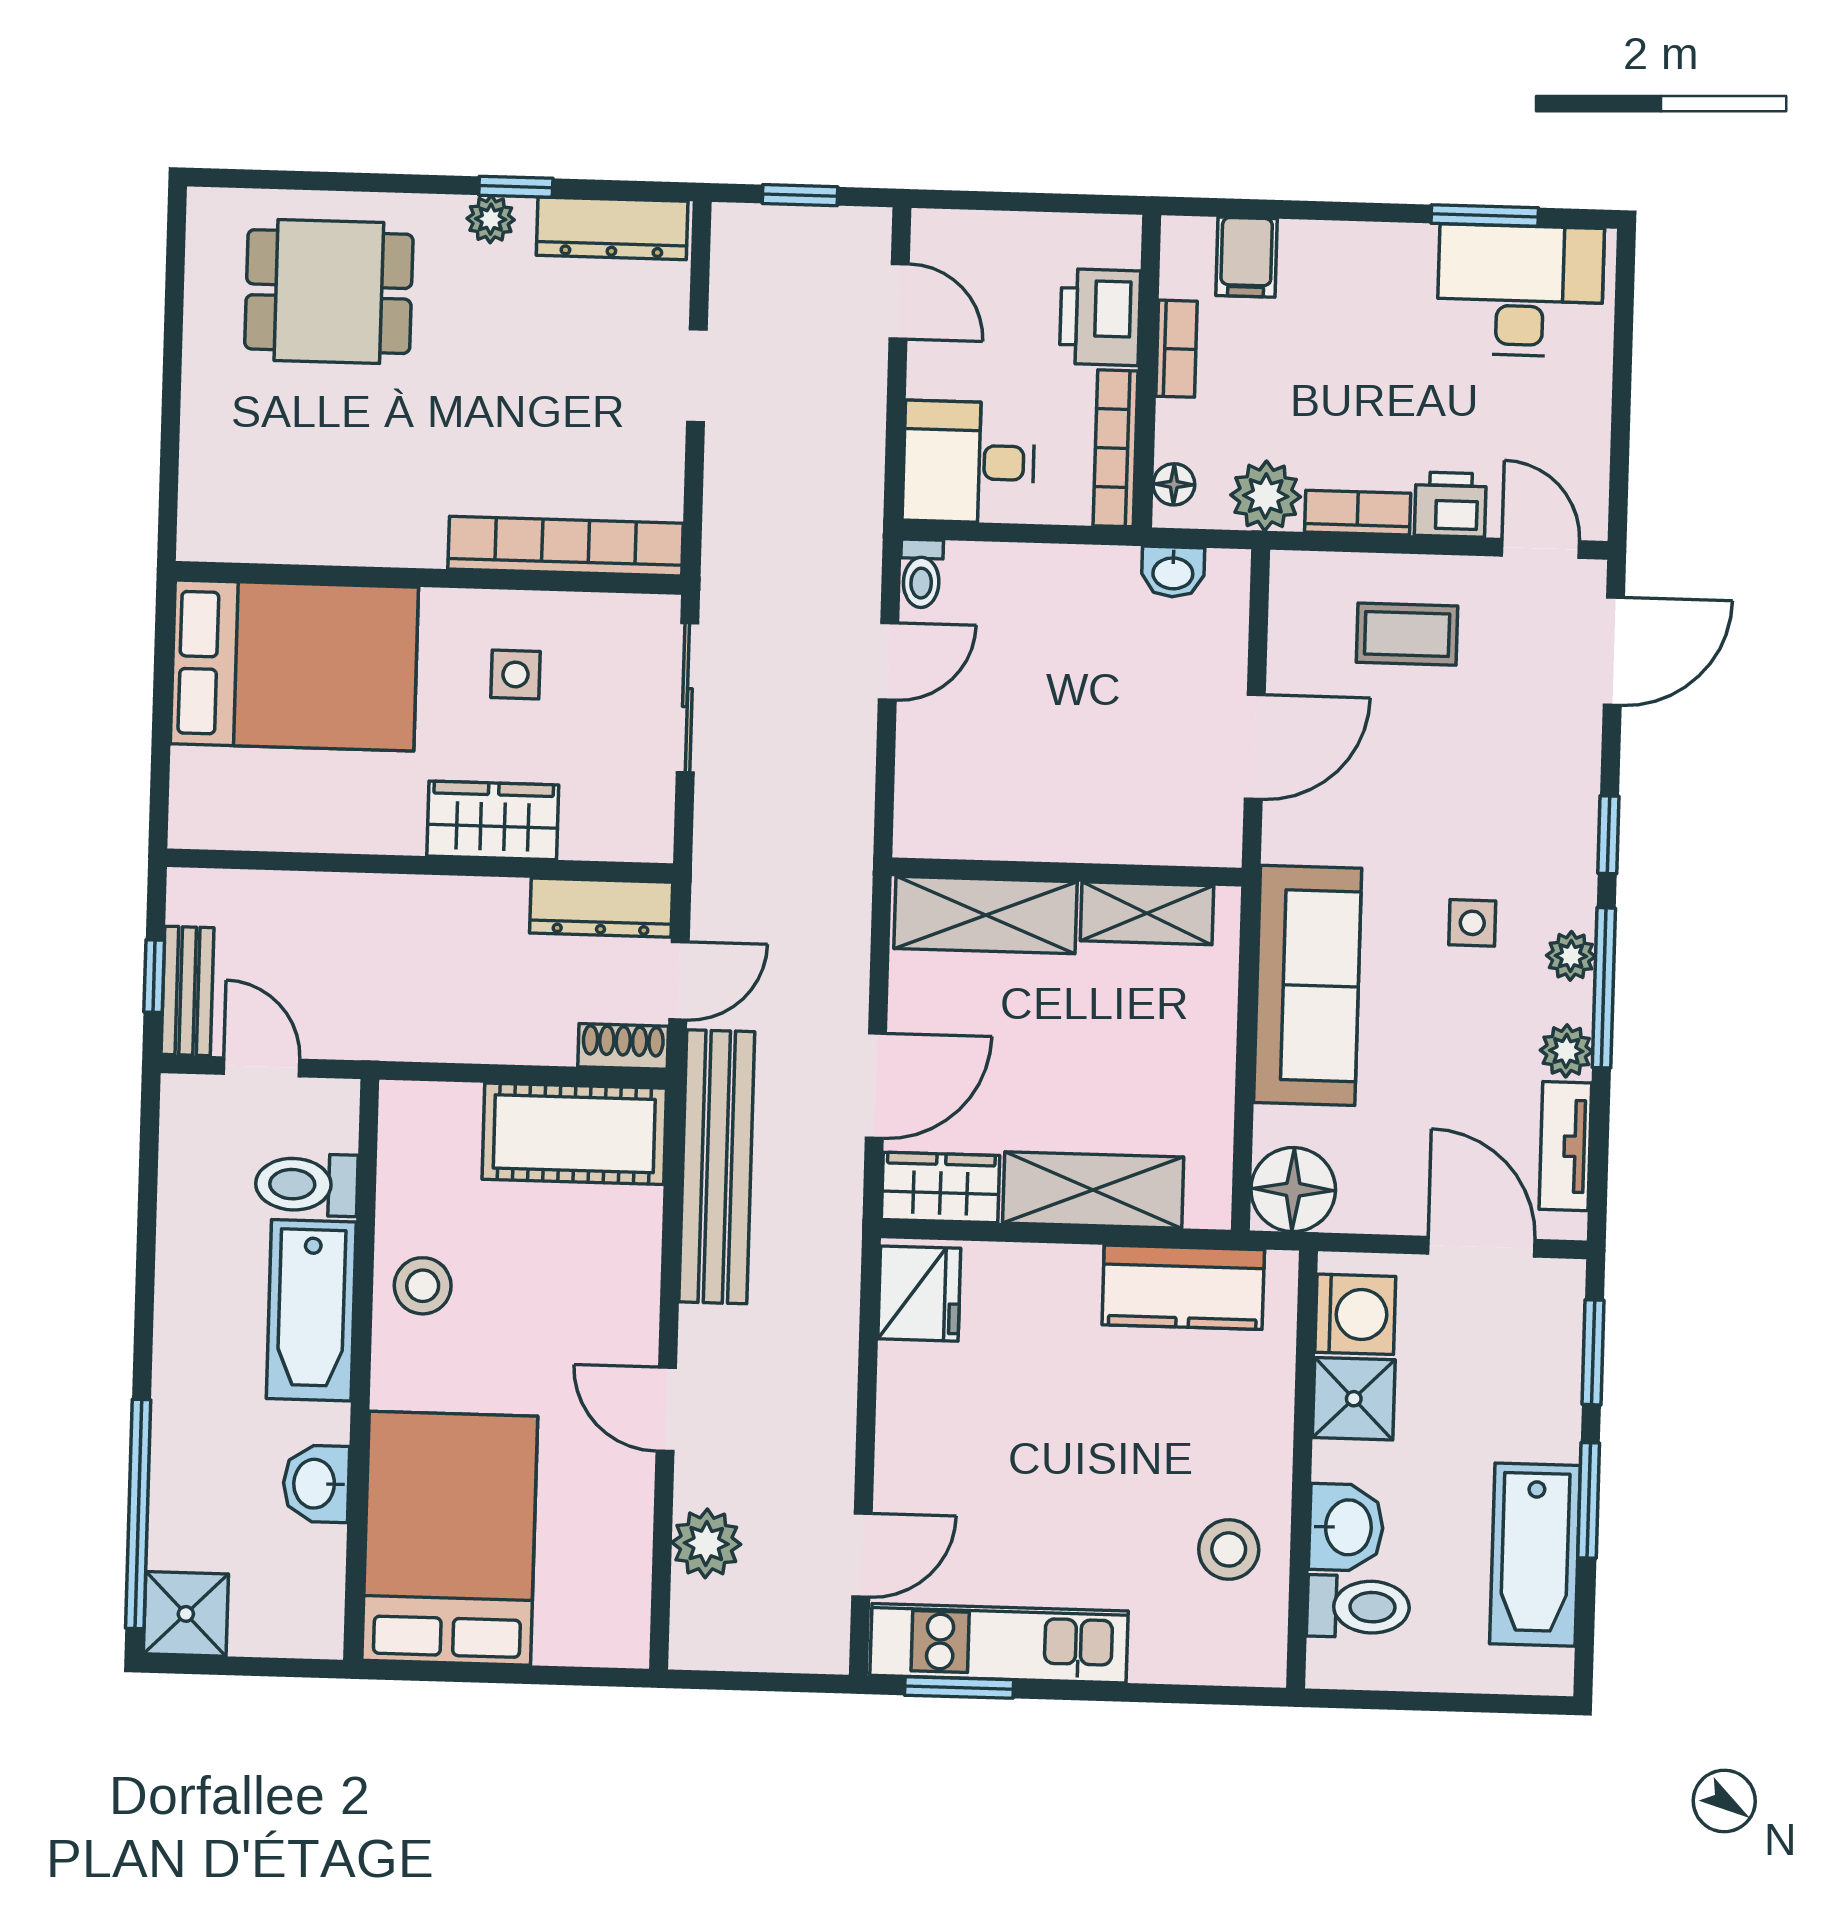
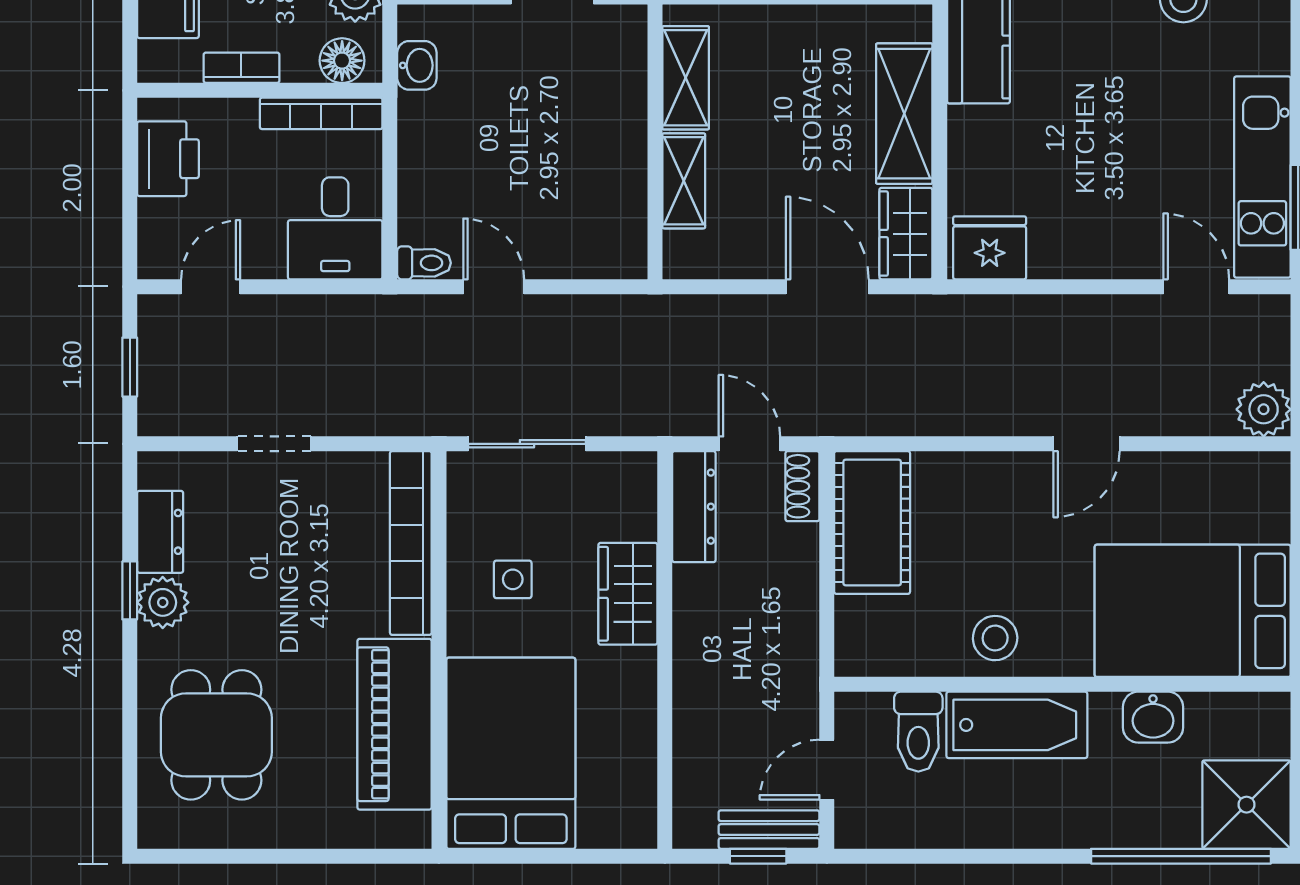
plant: (491, 219) -> (163, 602), width x1.38, depth x1.38
dresser: (612, 228) -> (160, 532), width x0.70
printer: (1100, 317) -> (168, 159), moved, turned -90
floor lamp: (1174, 484) -> (342, 61), width x1.37, depth x1.37
piano: (336, 519) -> (394, 724), added
shelving: (986, 915) -> (684, 181), width x0.67, depth x0.75
bench: (717, 1167) -> (895, 410), removed
plant: (706, 1543) -> (1264, 409), moved
shower: (186, 1614) -> (1247, 805), width x1.36, depth x1.36

